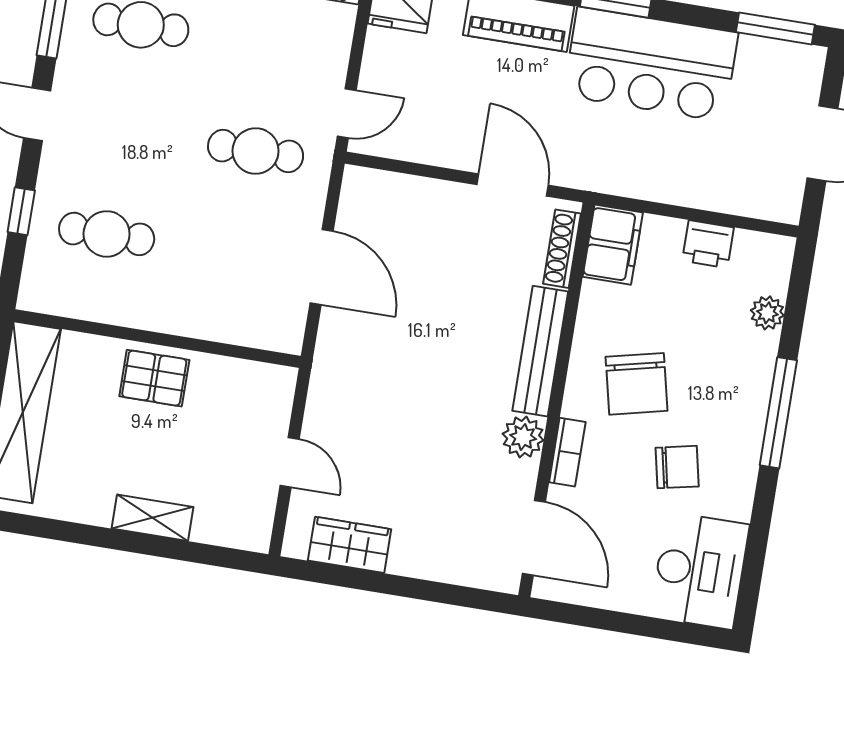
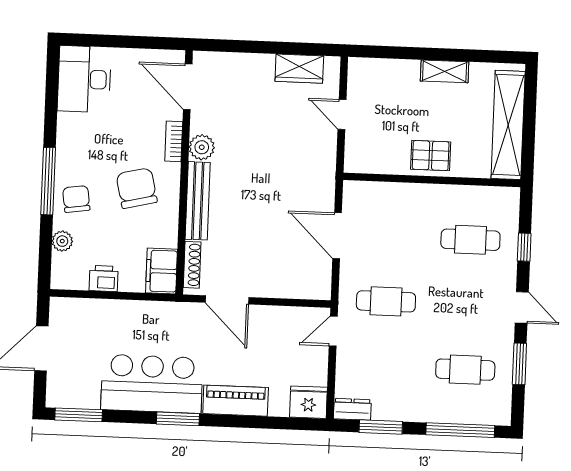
chair: (677, 467) -> (76, 199), moved, turned 94
shelving: (153, 518) -> (445, 71), moved

